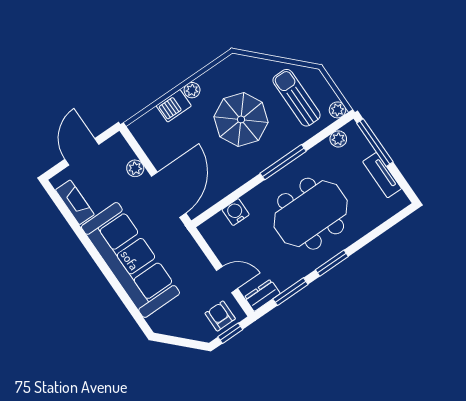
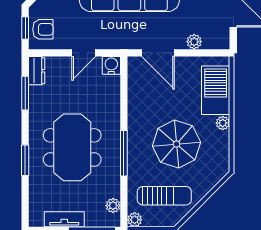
barbecue: (174, 106) -> (216, 90), width x1.88, depth x1.53
door: (169, 195) -> (158, 53), width x0.73
water cooler: (236, 212) -> (111, 65), moved, turned -90
window: (332, 263) -> (25, 160), moved
door: (227, 279) -> (84, 53), moved

